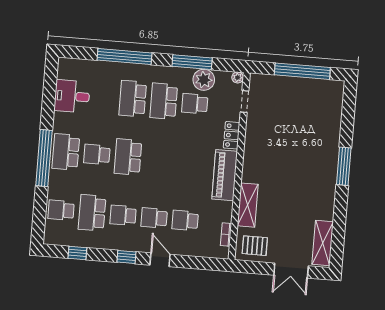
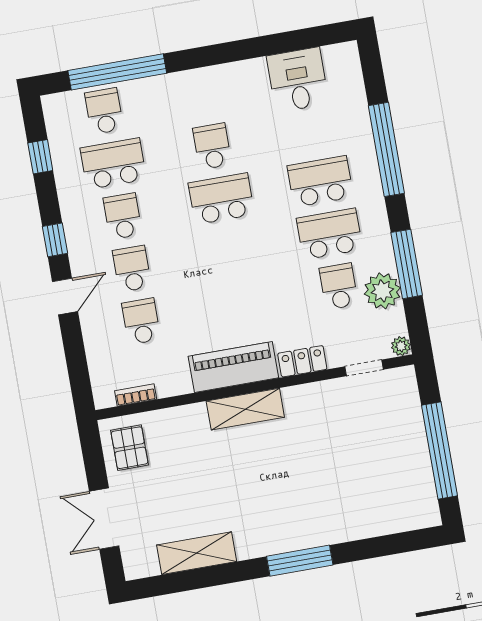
school desk: (66, 152) -> (203, 94), removed
window: (44, 158) -> (117, 72), moved
shelving: (248, 205) -> (245, 409), moved
shelving: (323, 243) -> (197, 553), moved

